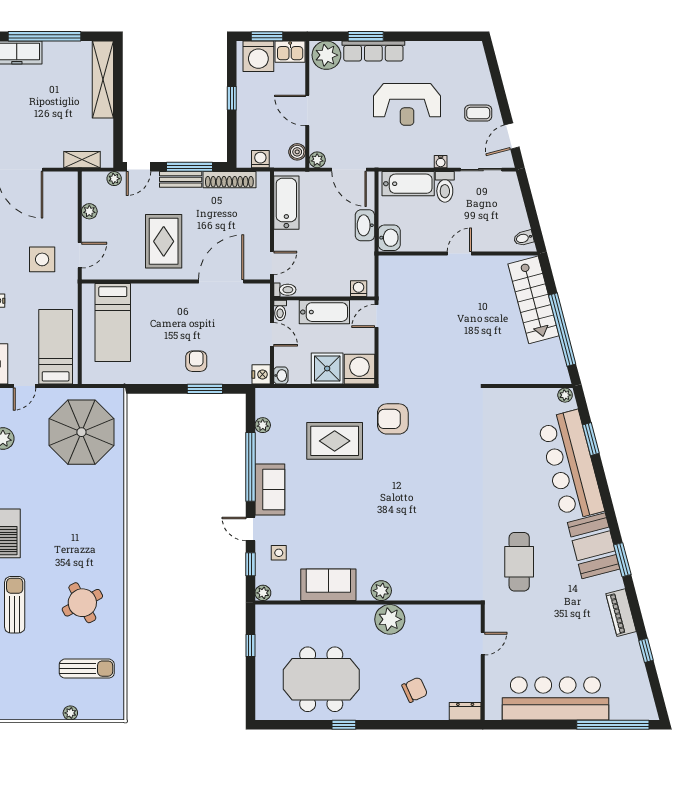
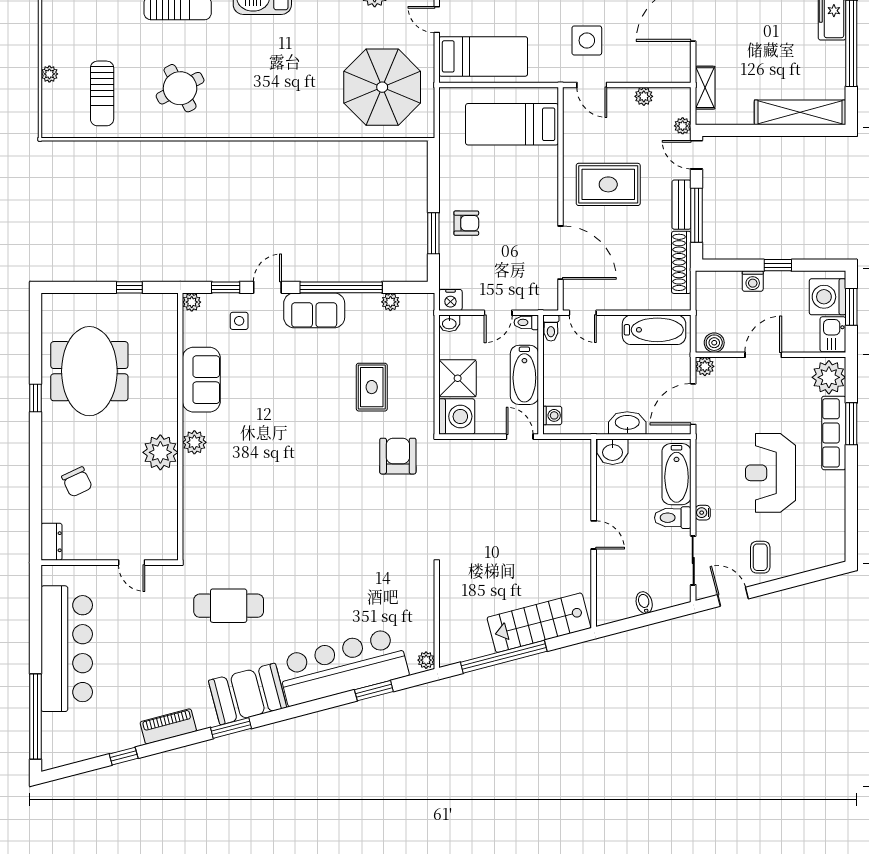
washing machine: (260, 159) -> (753, 281), moved, turned 90
bidet: (524, 238) -> (644, 603), moved
rug: (335, 441) -> (372, 387), width x0.73, depth x0.70

